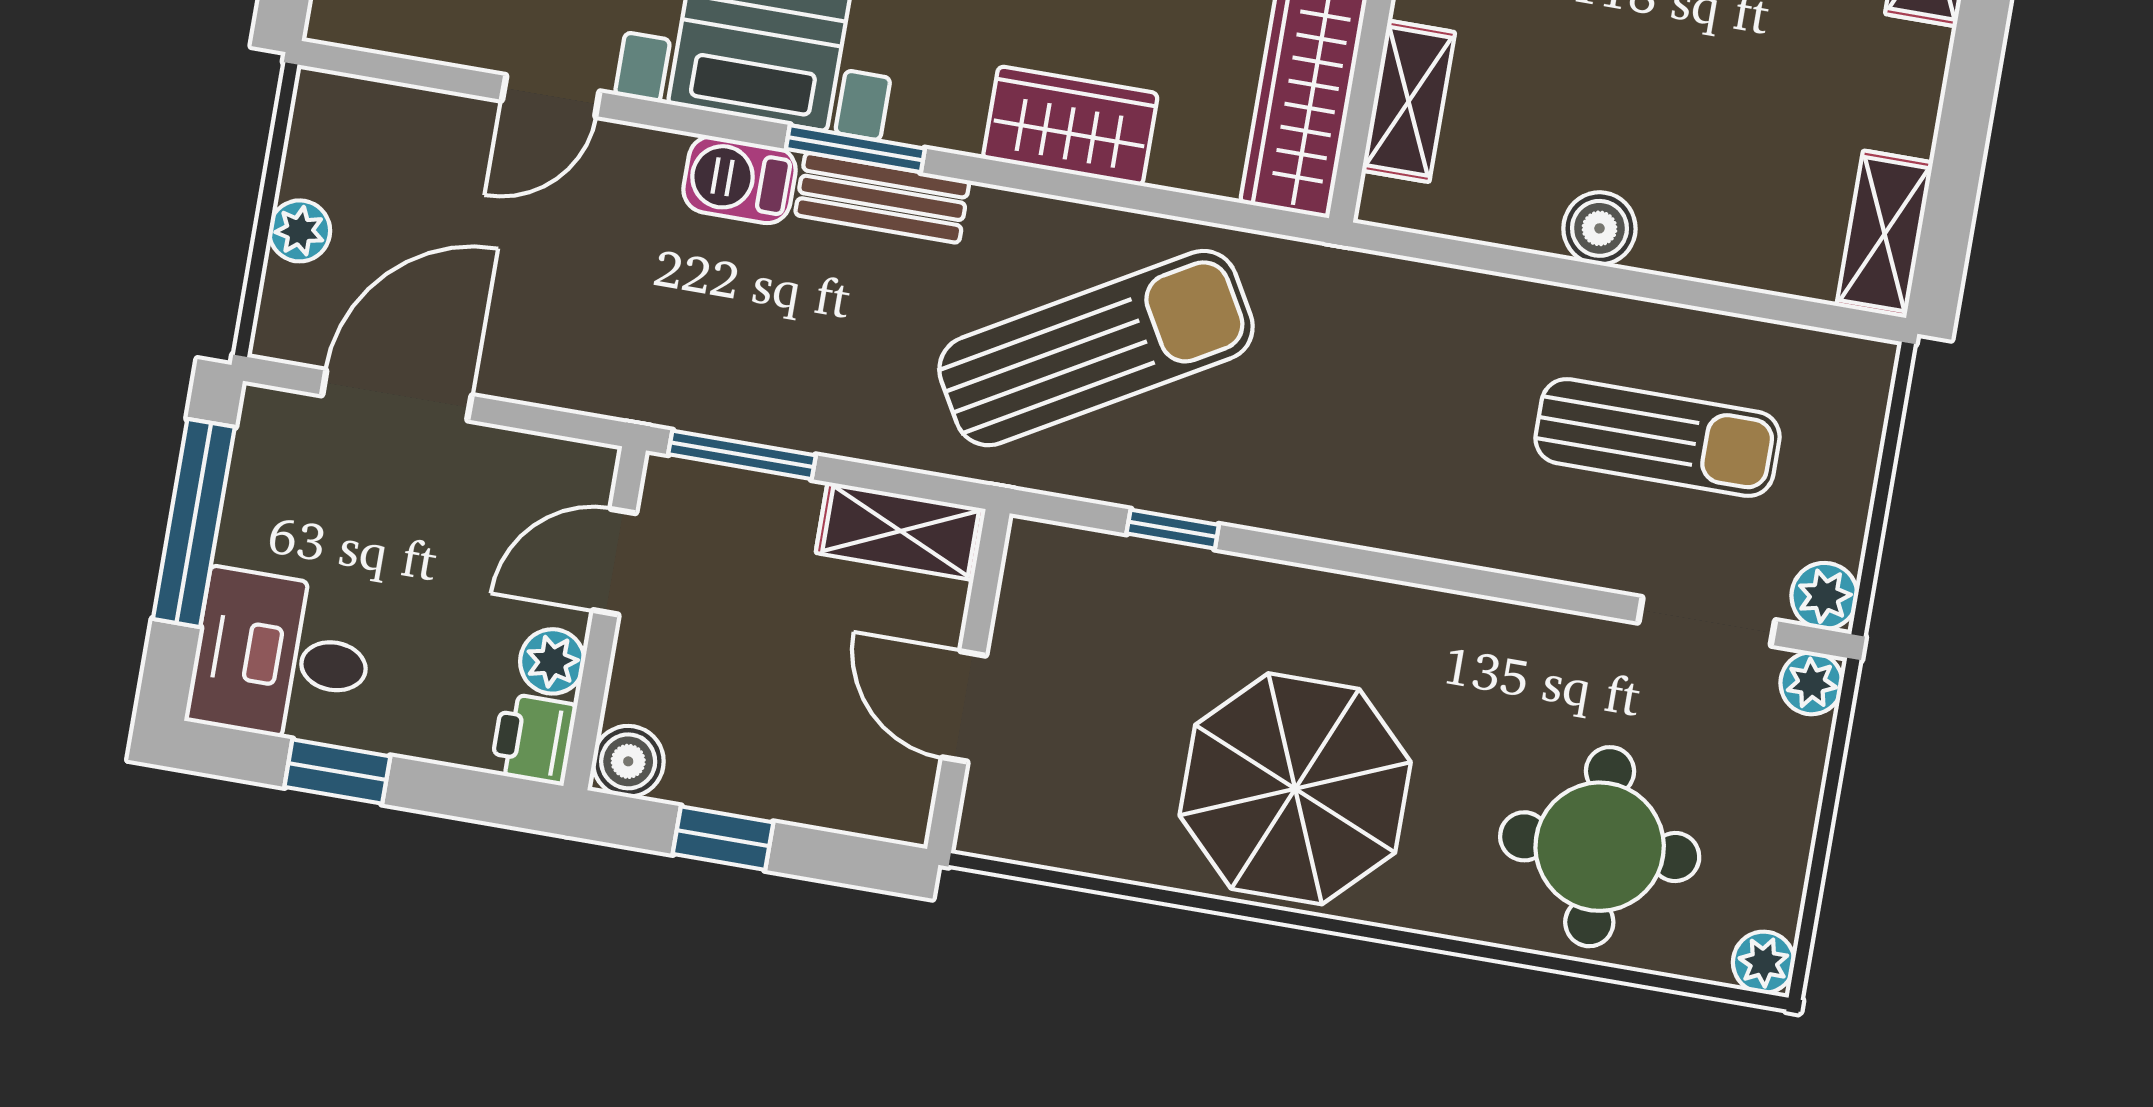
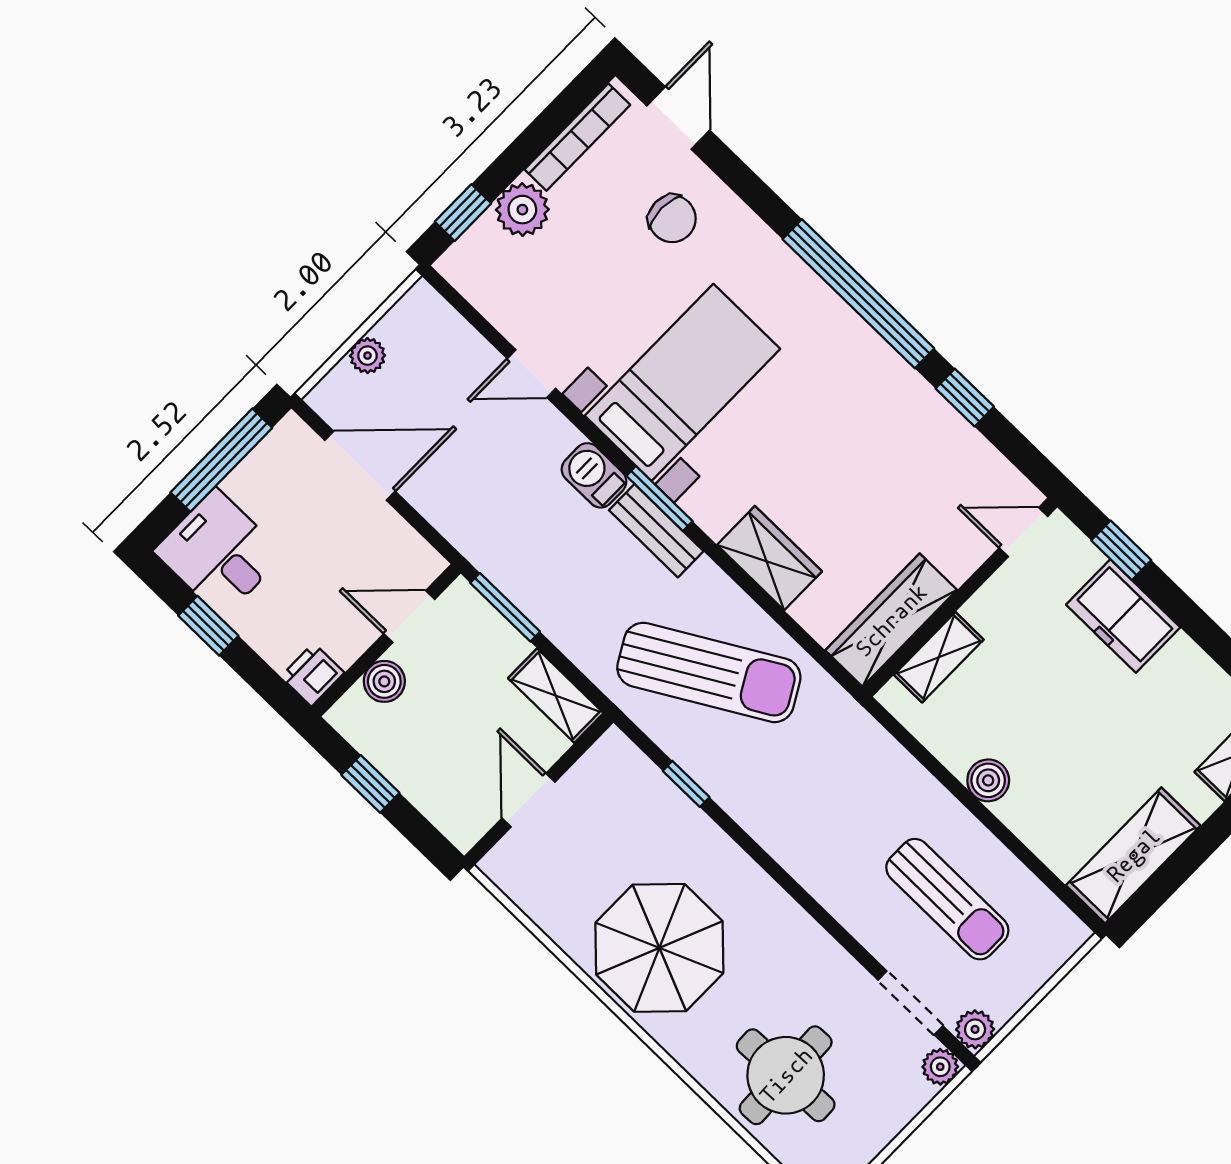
shelving: (1885, 234) -> (1133, 855), width x1.50, depth x1.33
plant: (552, 661) -> (347, 644), removed
boiler: (628, 761) -> (384, 681), moved

